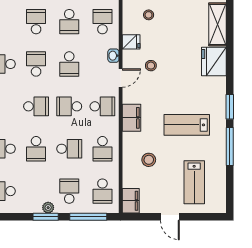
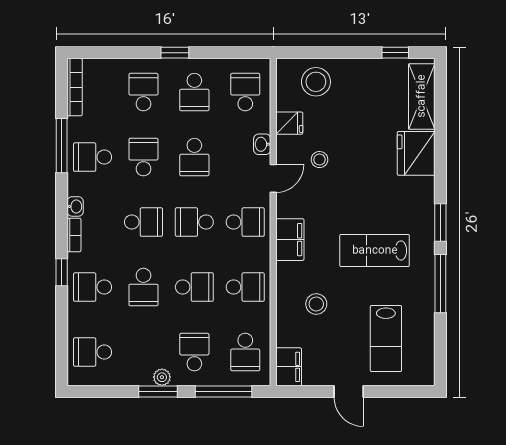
stool: (149, 15) -> (316, 82), width x1.89, depth x1.89
school desk: (102, 149) -> (245, 287), turned -90

